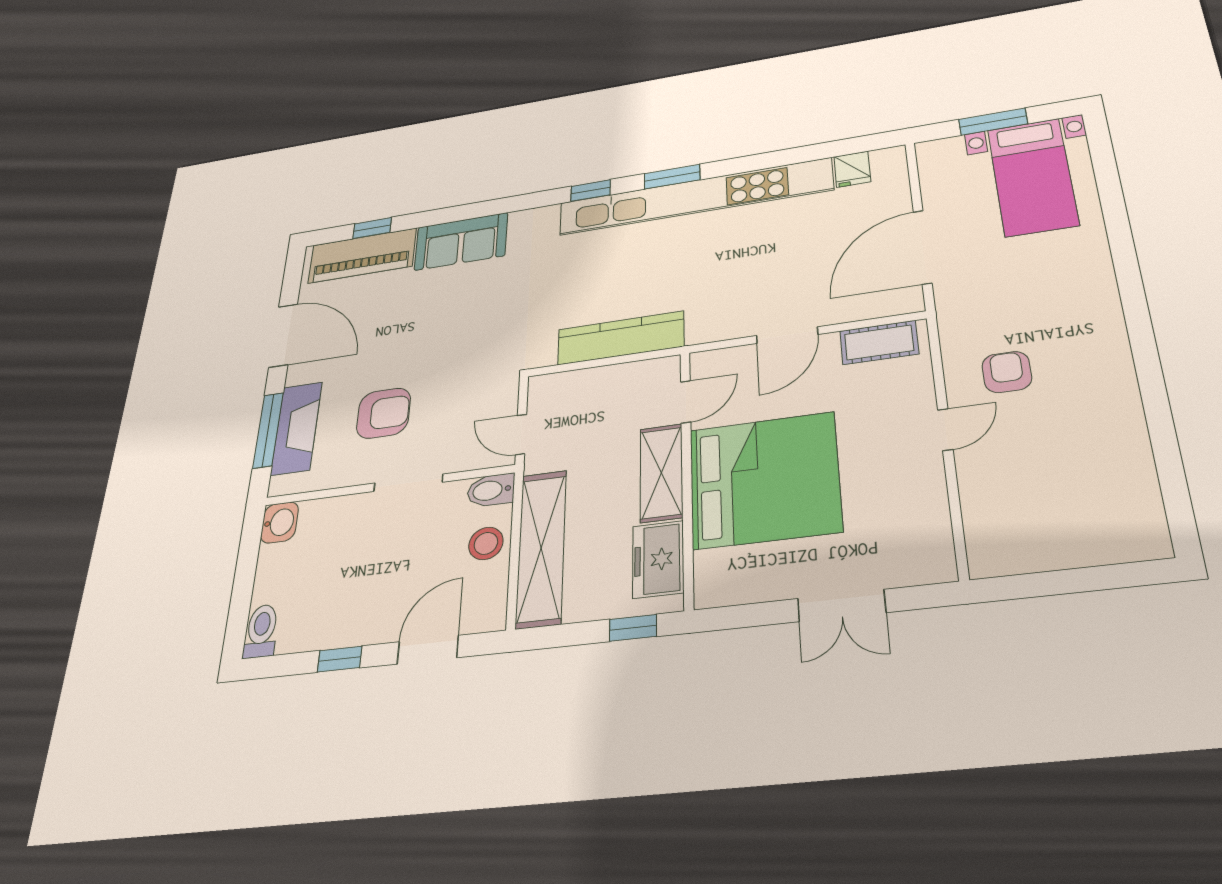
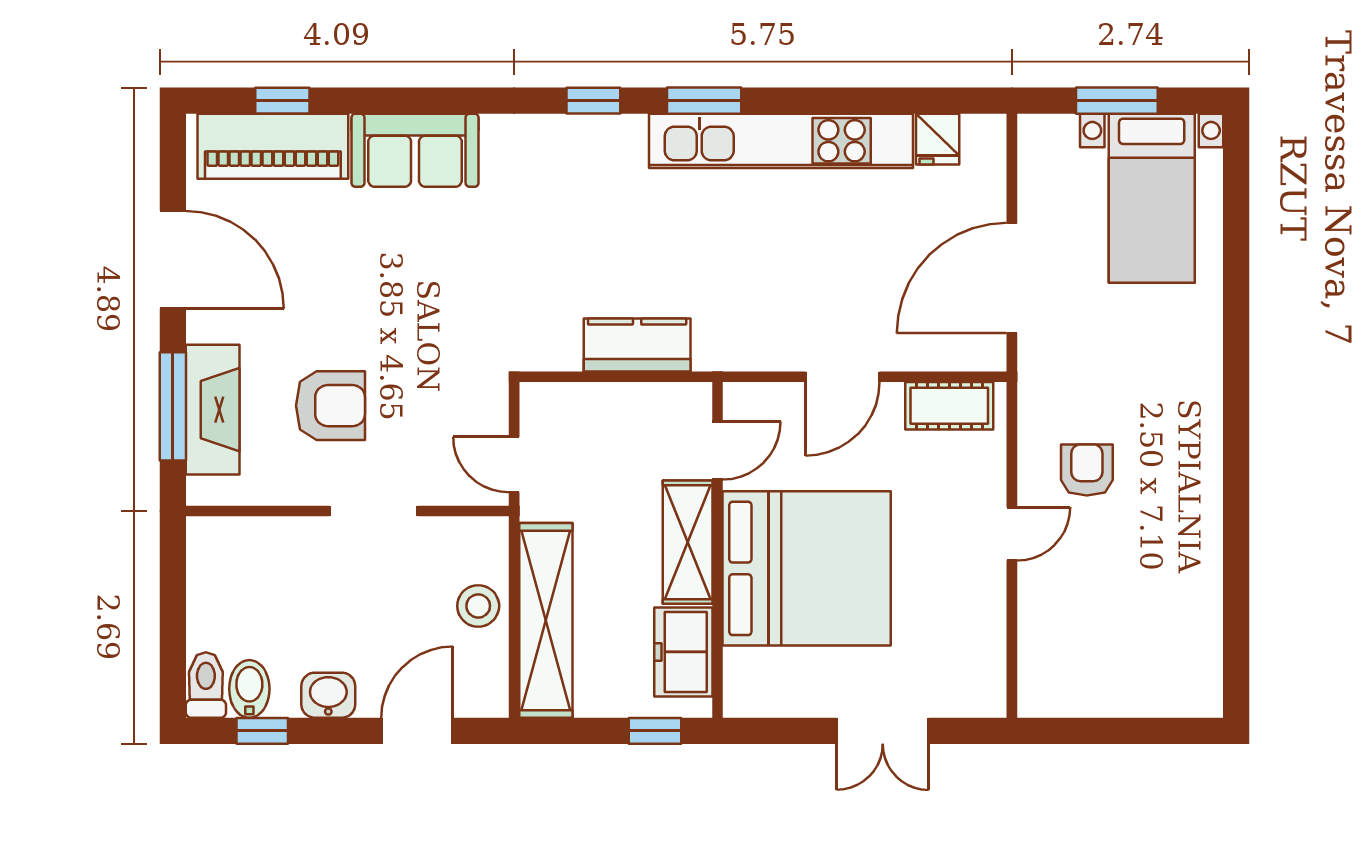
kitchen unit: (694, 197) -> (781, 141), width x0.73
kitchen counter: (621, 338) -> (637, 345), width x0.67
bidet: (491, 490) -> (249, 689), moved, turned 90
washbasin: (280, 522) -> (328, 695), moved, turned -90
window: (340, 659) -> (262, 731), moved

